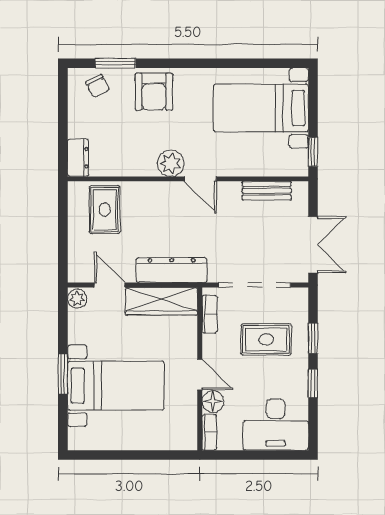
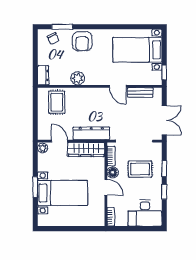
plant: (171, 163) -> (78, 78), moved
door: (200, 179) -> (118, 86), moved
floor lamp: (213, 401) -> (113, 172), moved

